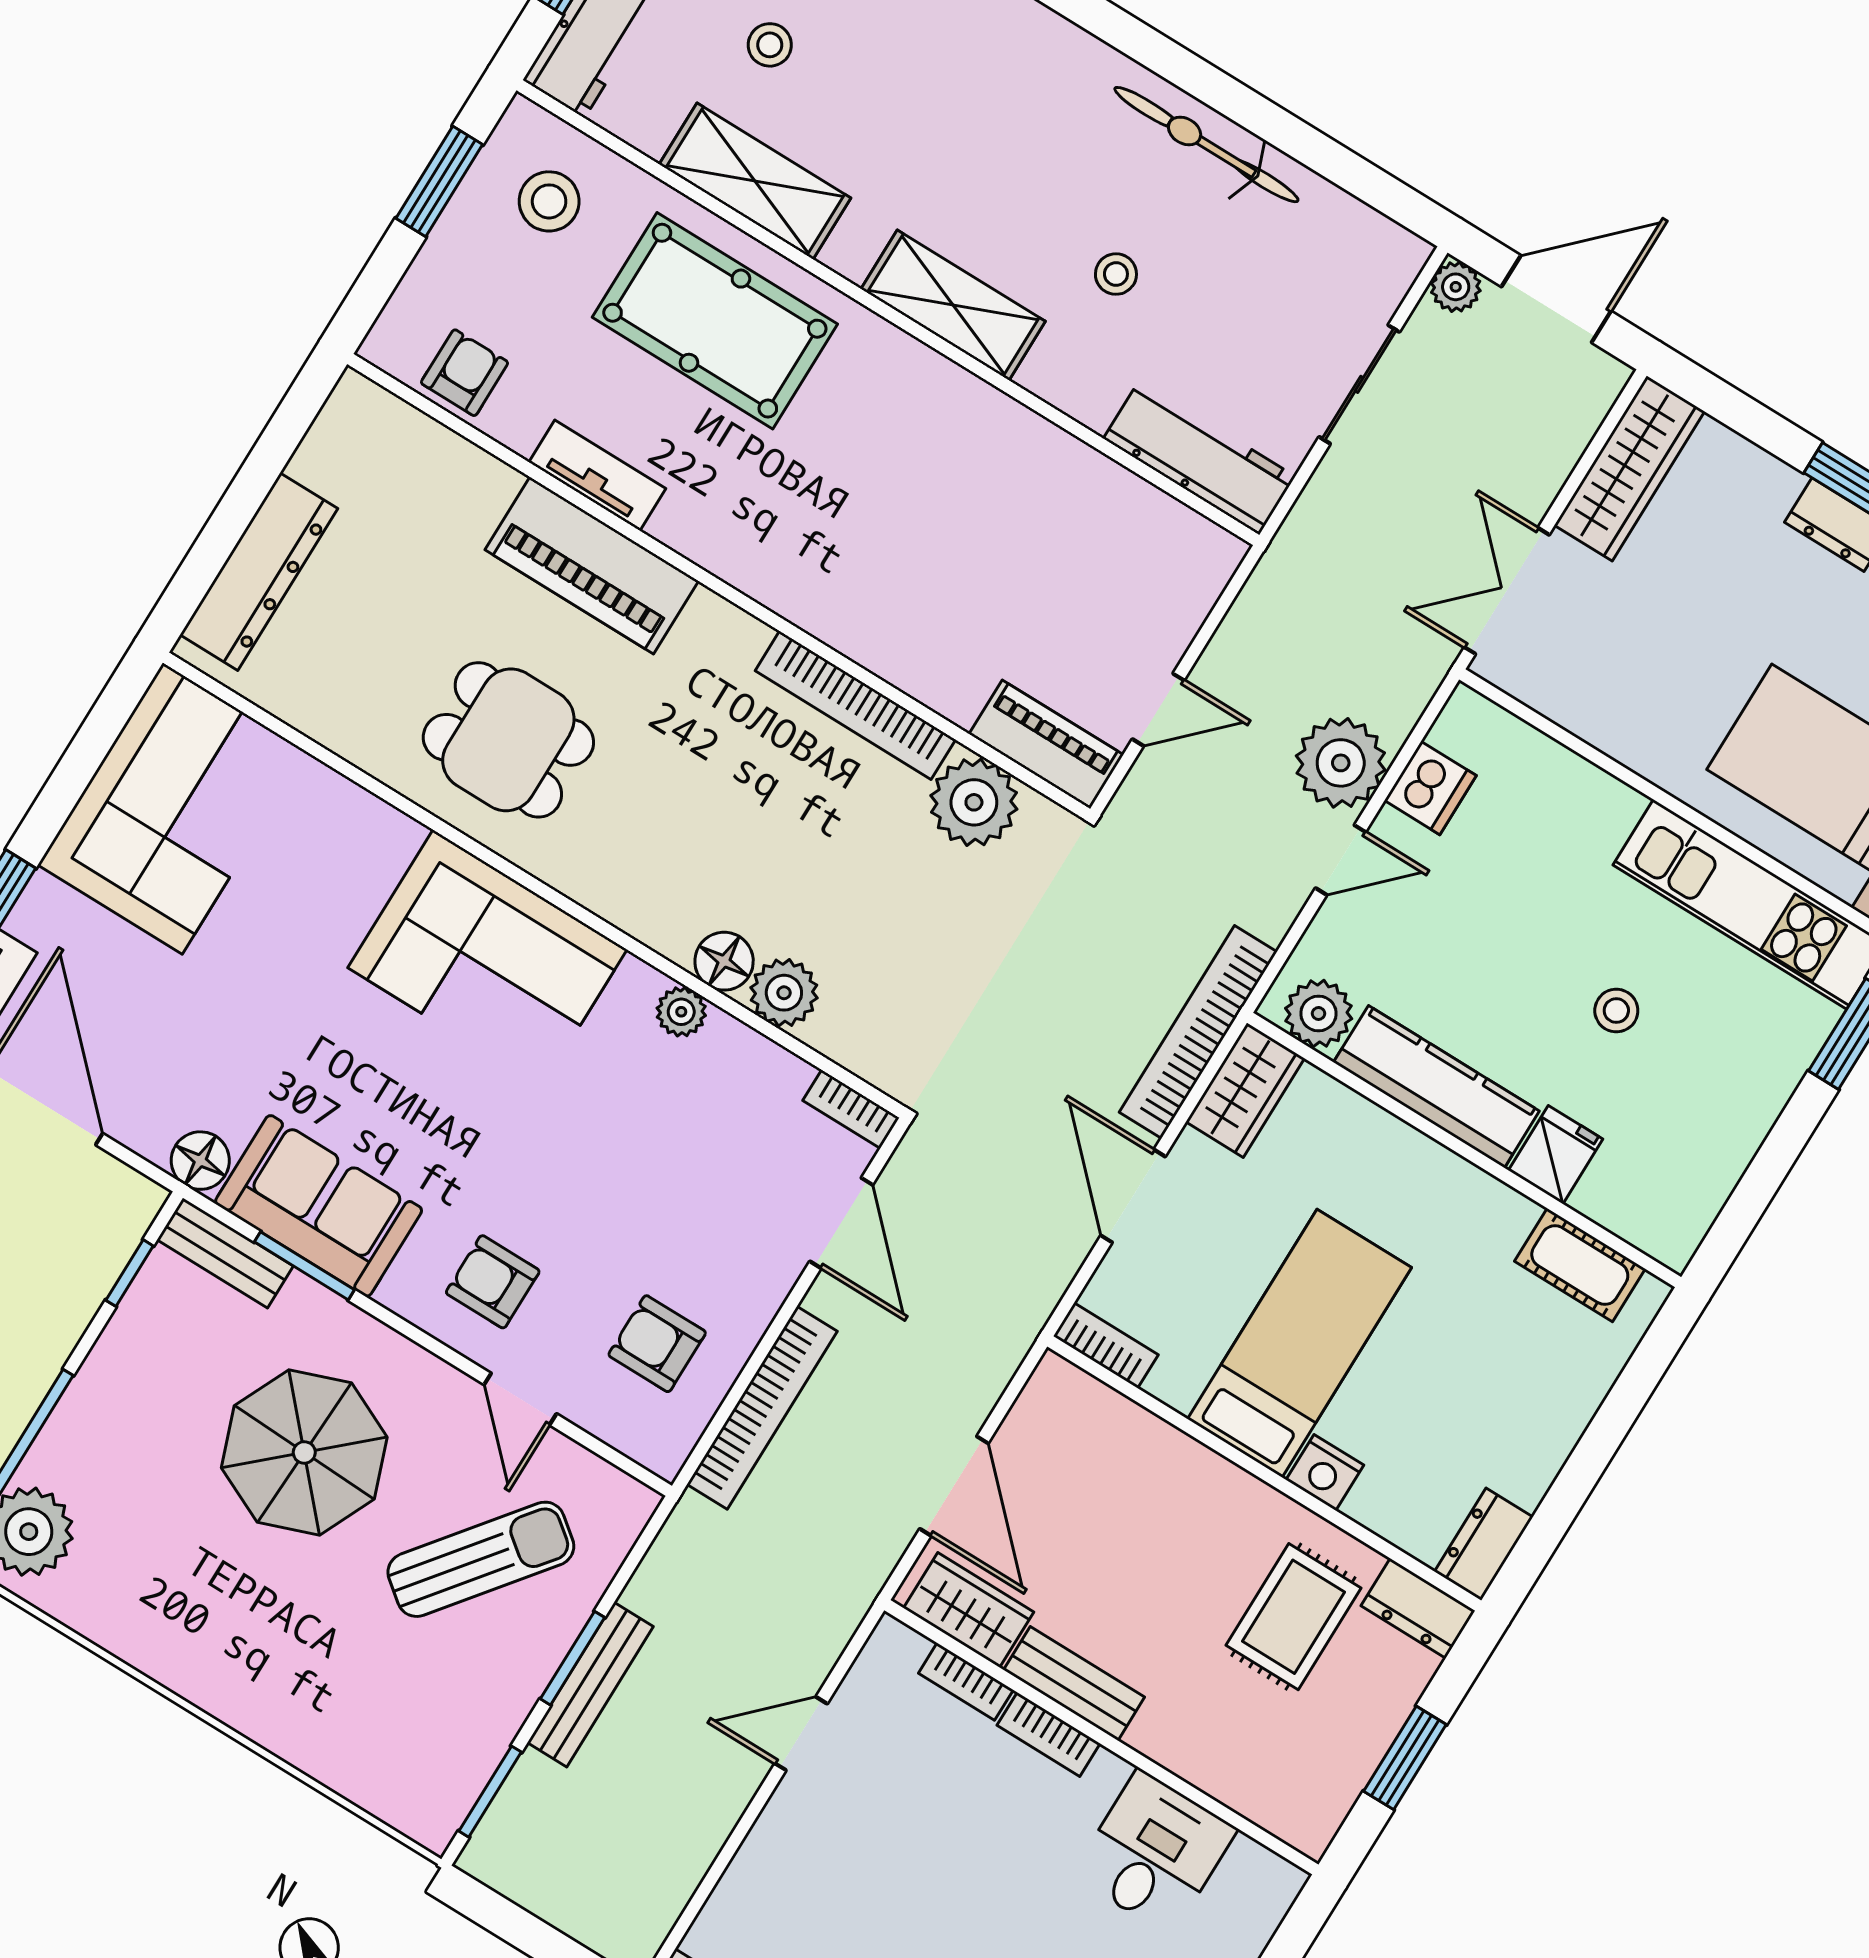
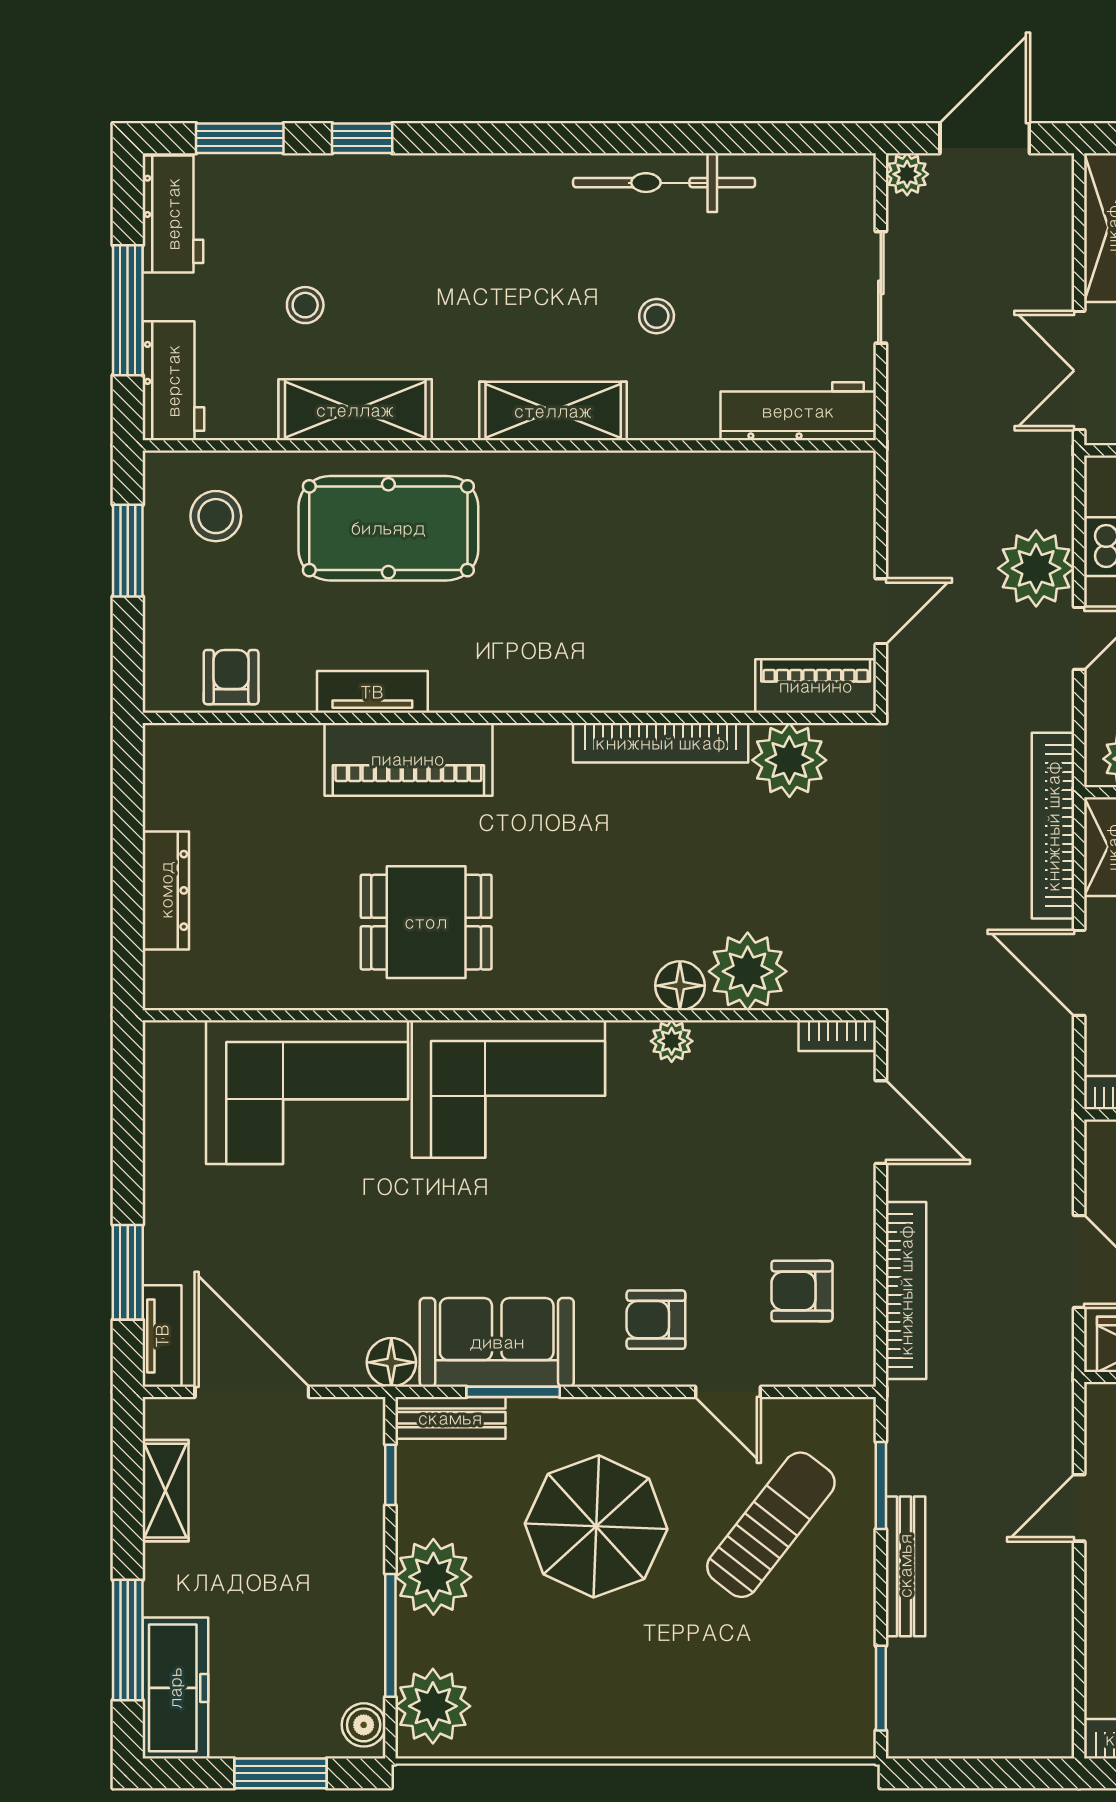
dresser: (259, 572) -> (166, 890), width x0.73, depth x0.80
corner sofa: (172, 808) -> (307, 1092), moved, turned 90
plant: (784, 993) -> (748, 971), width x1.36, depth x1.36
plant: (109, 1402) -> (433, 1577), added
window: (572, 1658) -> (881, 1486), moved

